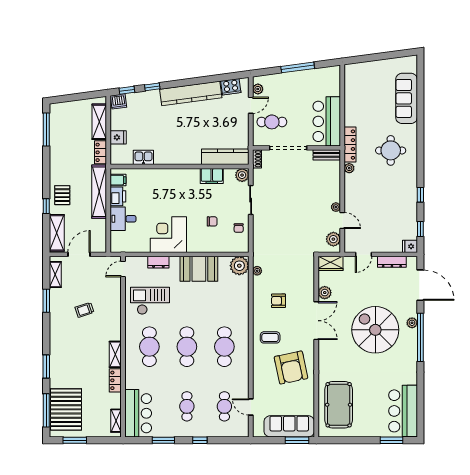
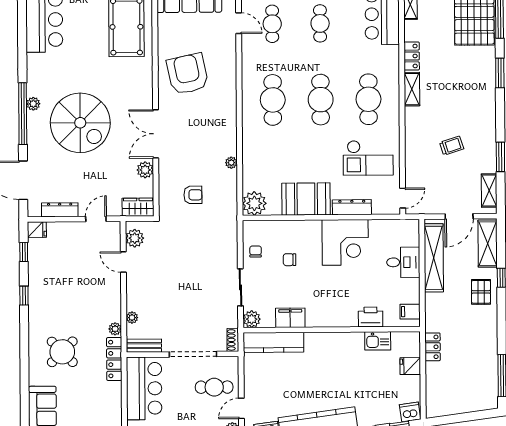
shelving: (99, 122) -> (434, 386), removed
round table: (391, 150) -> (62, 352), turned 45
shelving: (99, 192) -> (434, 258), moved
printer: (118, 196) -> (371, 317), moved, turned 90
plant: (336, 207) -> (132, 318), moved
dresser: (158, 262) -> (352, 207), width x1.44
plant: (257, 271) -> (231, 163), moved
armchair: (278, 301) -> (193, 195), moved
plant: (412, 323) -> (33, 104), moved
coffee table: (270, 337) -> (214, 112), removed

